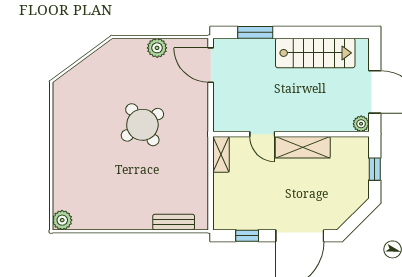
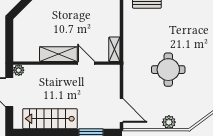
plant: (157, 48) -> (169, 122), moved
round table: (142, 125) -> (168, 70), turned 35
window: (375, 169) -> (9, 39), removed

